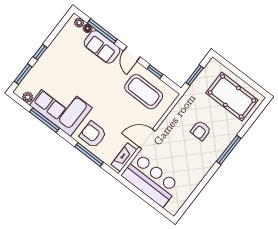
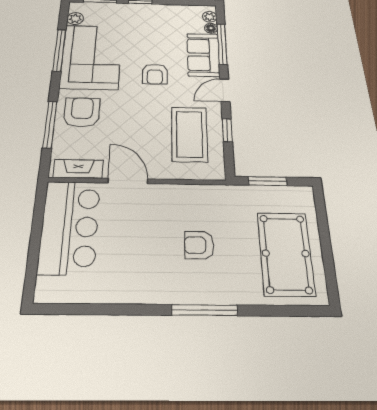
armchair: (96, 82) -> (155, 74), added

